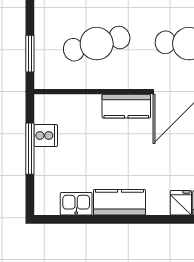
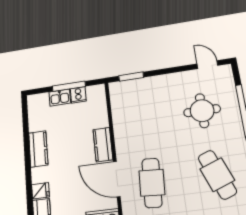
cafe table: (97, 44) -> (144, 119), removed
kitchen sink: (76, 204) -> (60, 98), moved, turned 90

